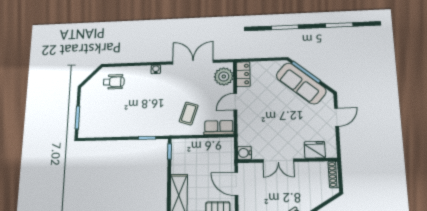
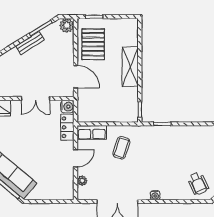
locker: (243, 74) -> (67, 127), moved
plant: (224, 76) -> (82, 181), width x0.53, depth x0.53
wheelchair: (114, 82) -> (198, 183), turned -115
double door: (278, 161) -> (36, 98), swing flipped

